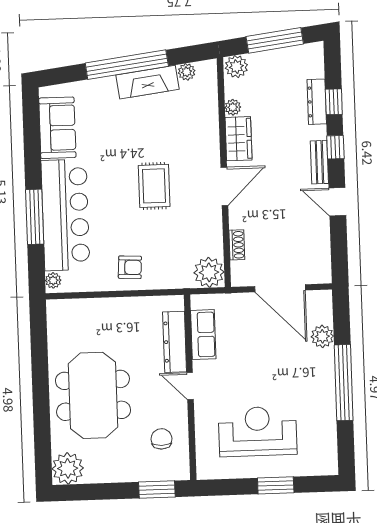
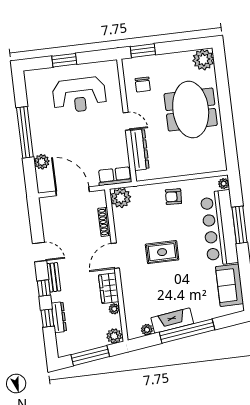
rug: (154, 186) -> (162, 252), turned 90
shoe rack: (237, 245) -> (104, 222), width x1.43
row of seats: (203, 335) -> (115, 176), moved, turned 90

